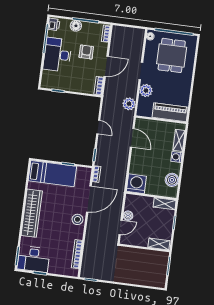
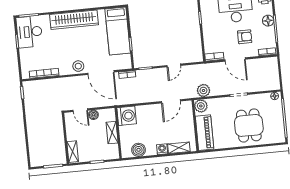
dining table: (172, 55) -> (249, 125), moved, turned 90
plant: (146, 91) -> (201, 106), moved
shelving: (165, 204) -> (112, 133), moved

